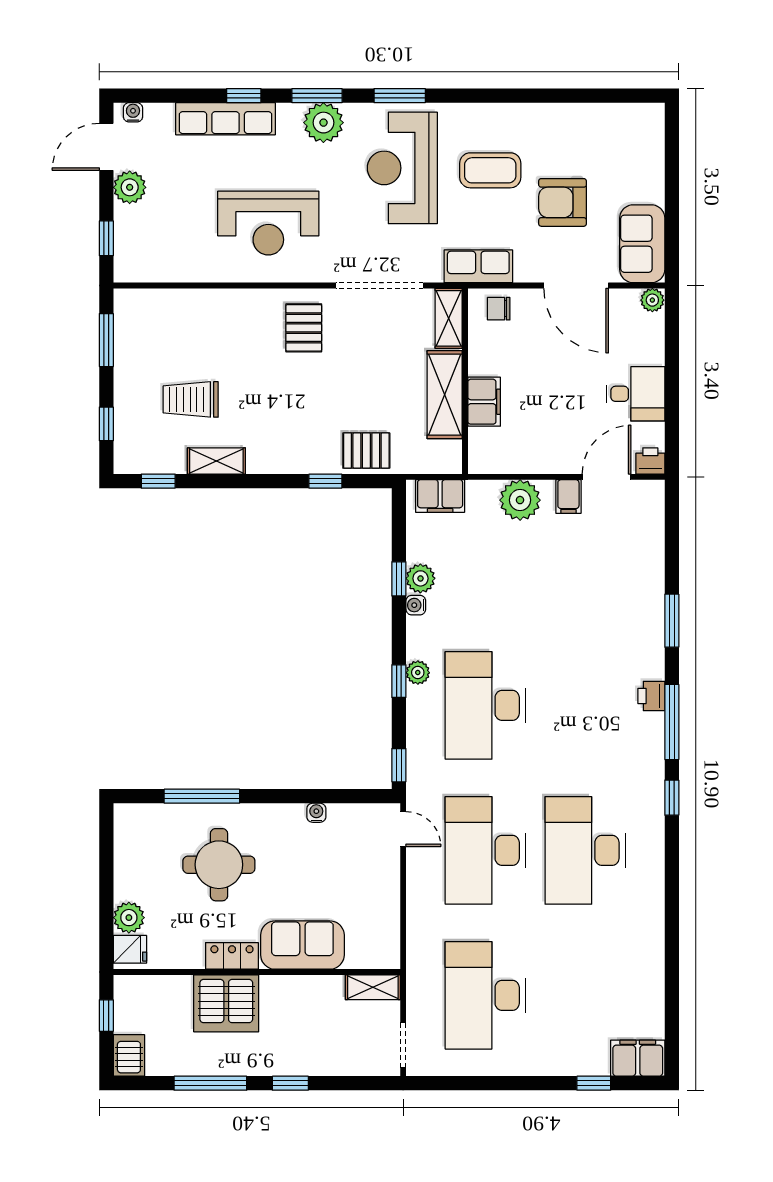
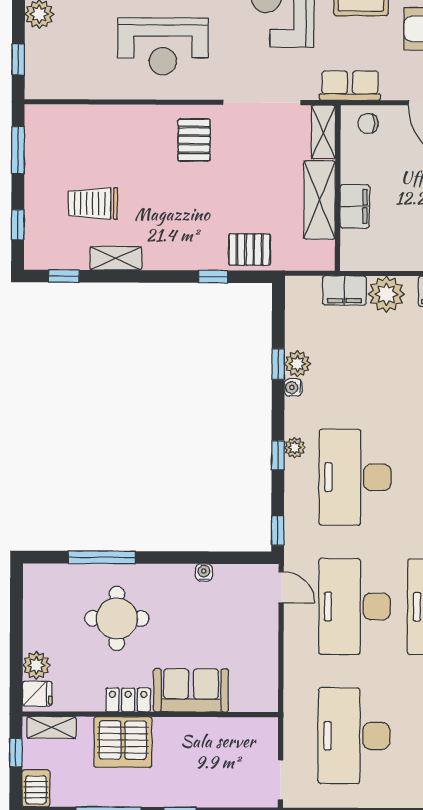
filing cabinet: (440, 496) -> (344, 290), moved
shelving: (373, 987) -> (51, 727), moved

